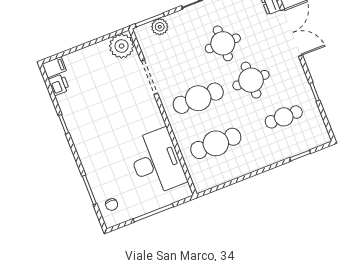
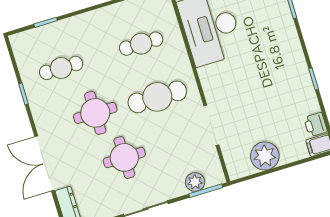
plant: (122, 46) -> (265, 156), moved
cafe table: (216, 143) -> (141, 44), width x0.73, depth x0.74

